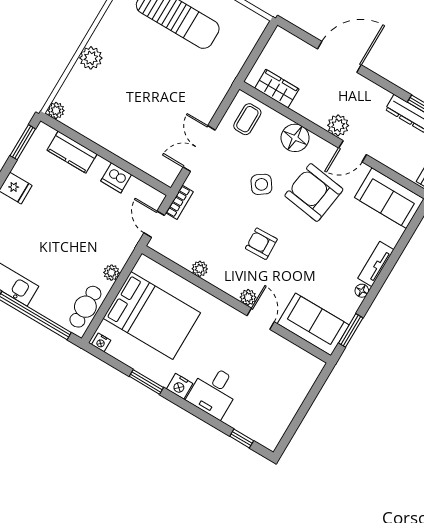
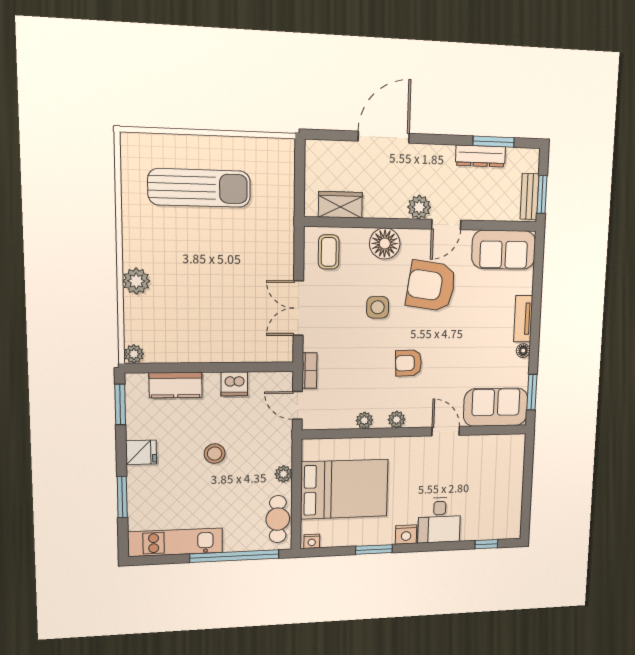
side table: (261, 184) -> (378, 307), turned 35
stool: (69, 223) -> (215, 454), added
plant: (248, 297) -> (397, 420), moved

